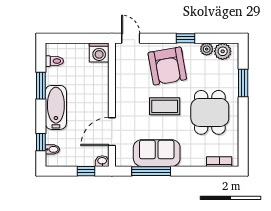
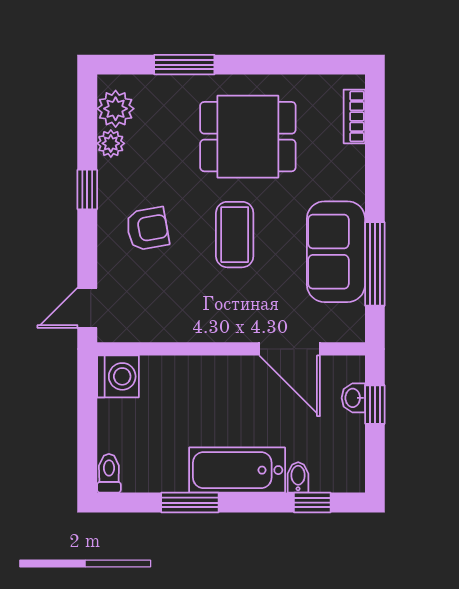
toilet: (54, 61) -> (109, 473), moved
armchair: (167, 66) -> (147, 229), width x0.53, depth x0.53
bidet: (52, 149) -> (298, 477), moved
washbasin: (102, 161) -> (353, 398), moved

